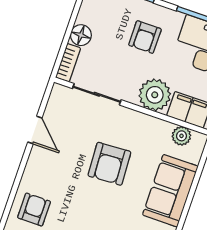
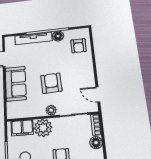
door: (35, 130) -> (98, 94), moved
plant: (181, 136) -> (51, 110), moved

